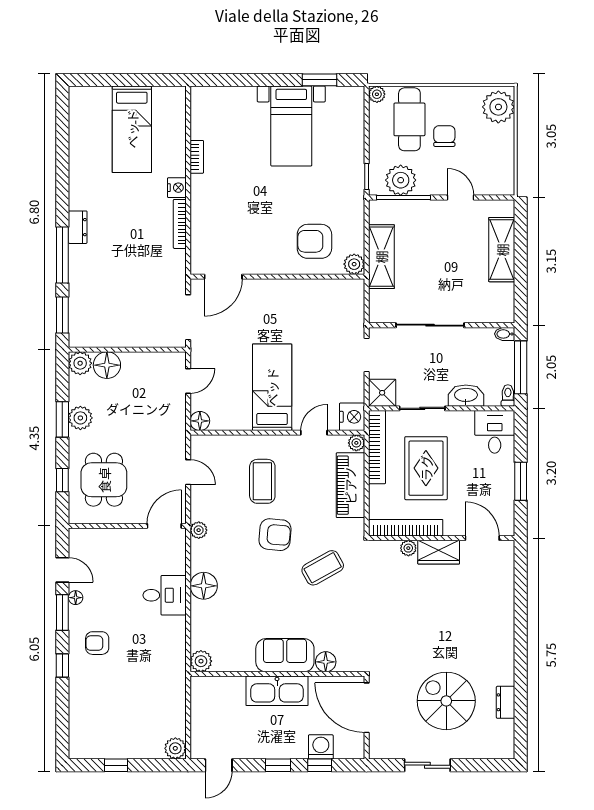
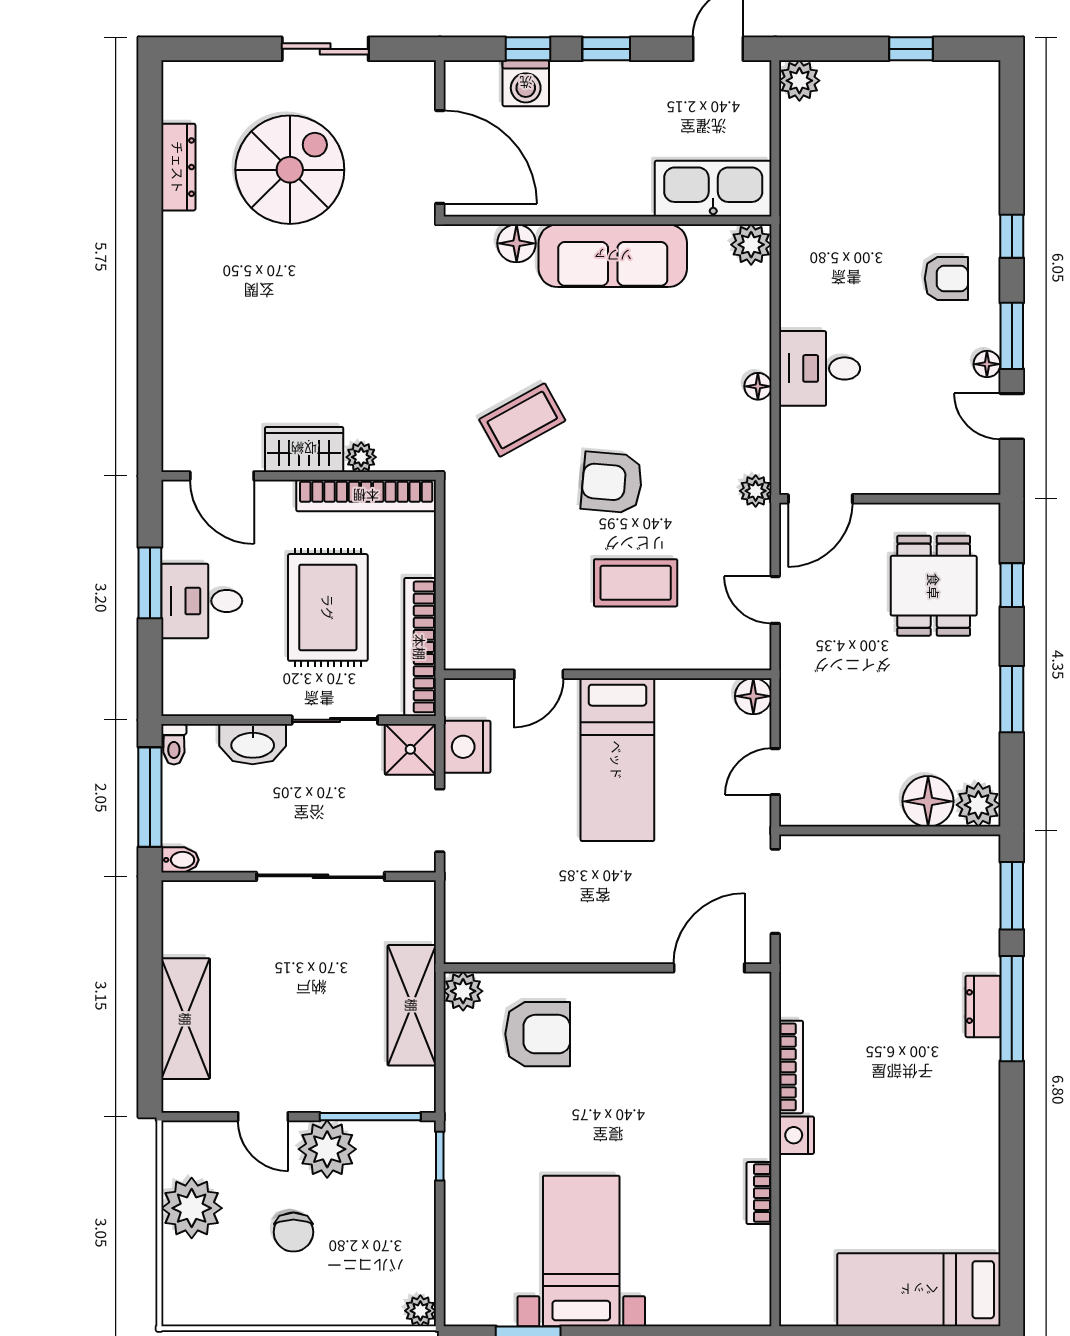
plant: (498, 107) -> (192, 1208), moved
cafe table: (409, 119) -> (359, 1264), removed
bed: (132, 129) -> (919, 1290), moved, turned -90
plant: (401, 180) -> (327, 1149), moved
dresser: (78, 227) -> (983, 1006), moved
nightstand: (352, 417) -> (467, 747), moved
plant: (80, 418) -> (978, 702), removed
desk: (495, 432) -> (202, 601), moved, turned 90
plant: (356, 443) -> (459, 655), removed
coffee table: (262, 481) -> (636, 583), turned 90
piano: (350, 485) -> (470, 575), removed
floor lamp: (204, 586) -> (758, 386), width x0.53, depth x0.53
sofa: (285, 655) -> (613, 256), width x1.36
kitchen sink: (277, 691) -> (713, 189), moved
spiral stairs: (446, 701) -> (290, 170), turned -90
dresser: (506, 702) -> (178, 167), width x1.44

